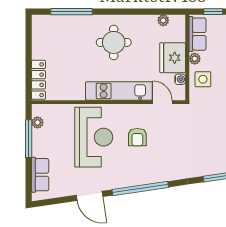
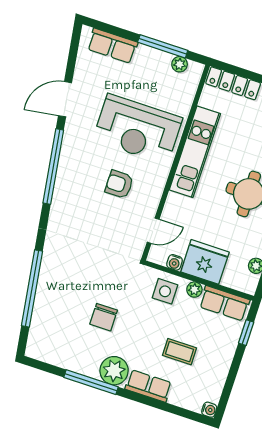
kitchen unit: (119, 91) -> (195, 152), moved

